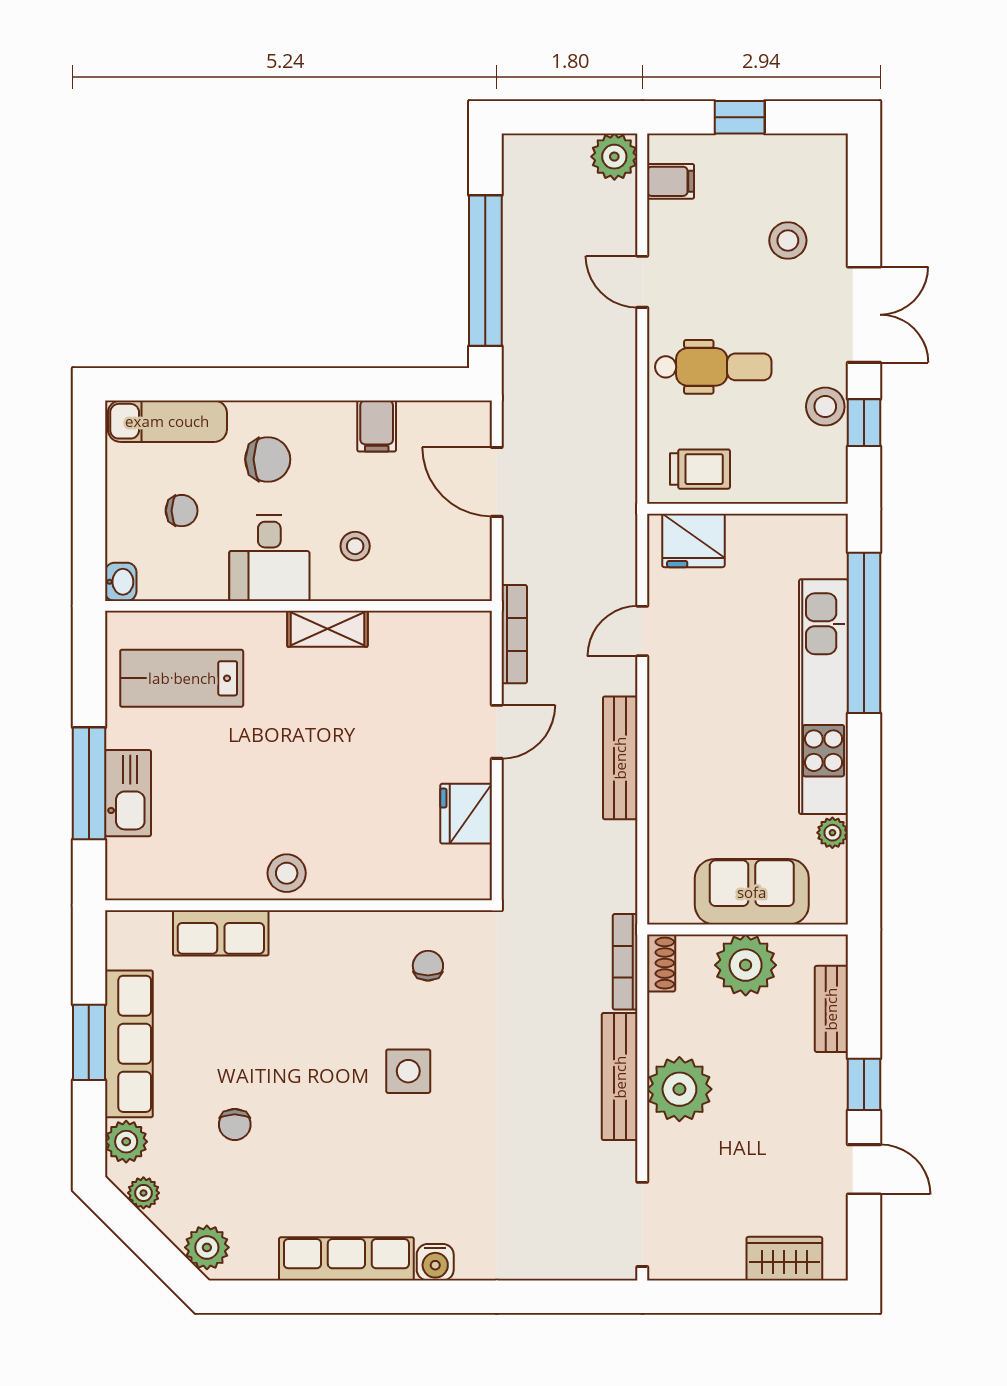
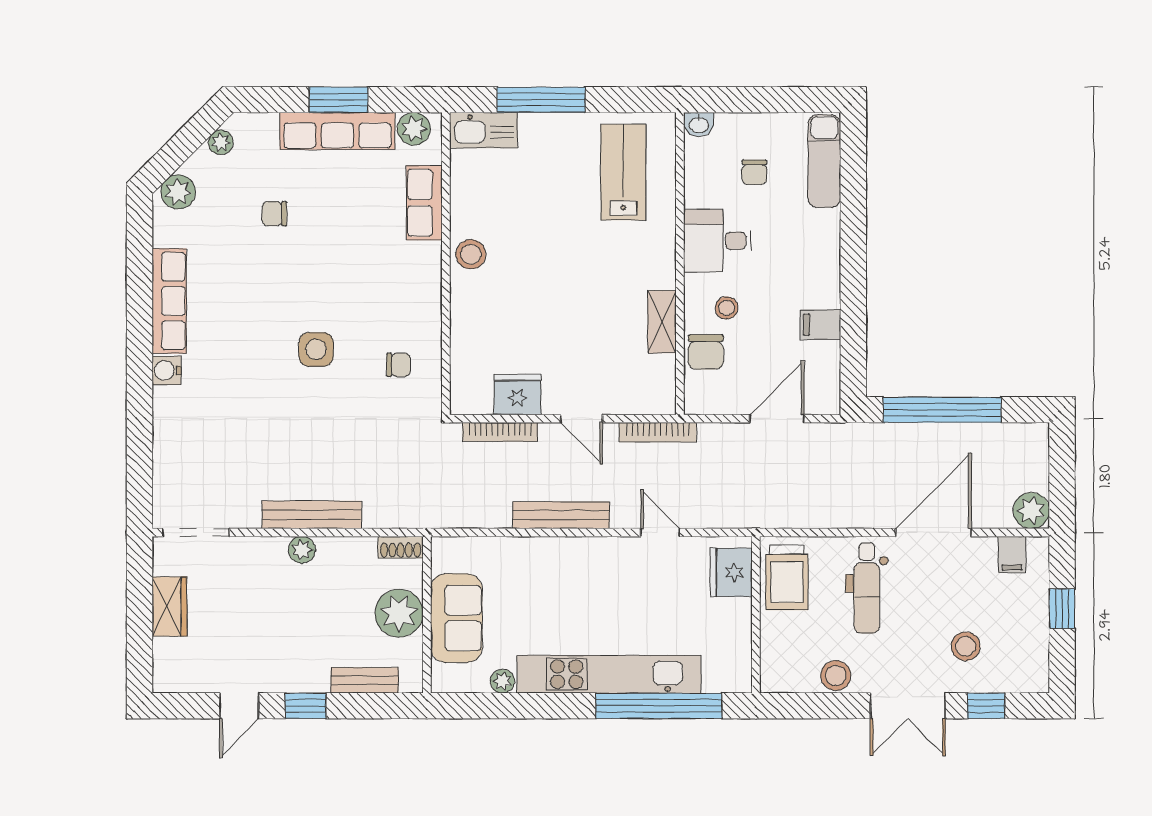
door: (642, 282) -> (933, 532), width x1.87
window: (864, 423) -> (986, 706), moved
chair: (268, 459) -> (706, 352), moved
trolley: (700, 469) -> (787, 577), width x1.36, depth x1.39
shelving: (327, 629) -> (662, 322), moved
kitchen sink: (128, 793) -> (483, 130), moved
bookcase: (625, 962) -> (500, 432), moved, turned 180
plant: (679, 1089) -> (302, 550), width x0.53, depth x0.53
plant: (126, 1142) -> (414, 129), moved
wardrobe: (784, 1259) -> (169, 606), moved

